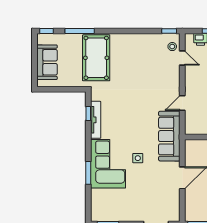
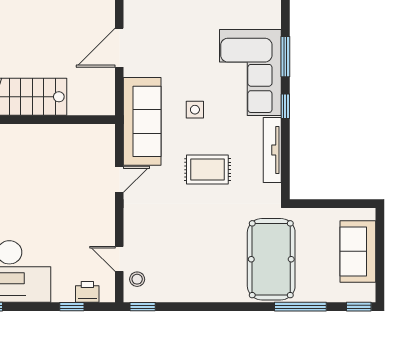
rug: (132, 109) -> (207, 170), added
window: (88, 114) -> (285, 106), moved
side table: (138, 158) -> (195, 110), moved

